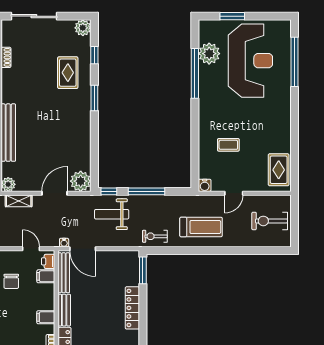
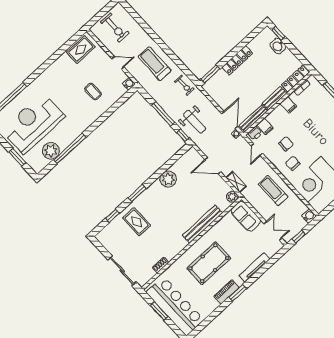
plant: (83, 28) -> (103, 237), removed
rug: (68, 73) -> (137, 222), turned 90
plant: (81, 181) -> (168, 179), moved

